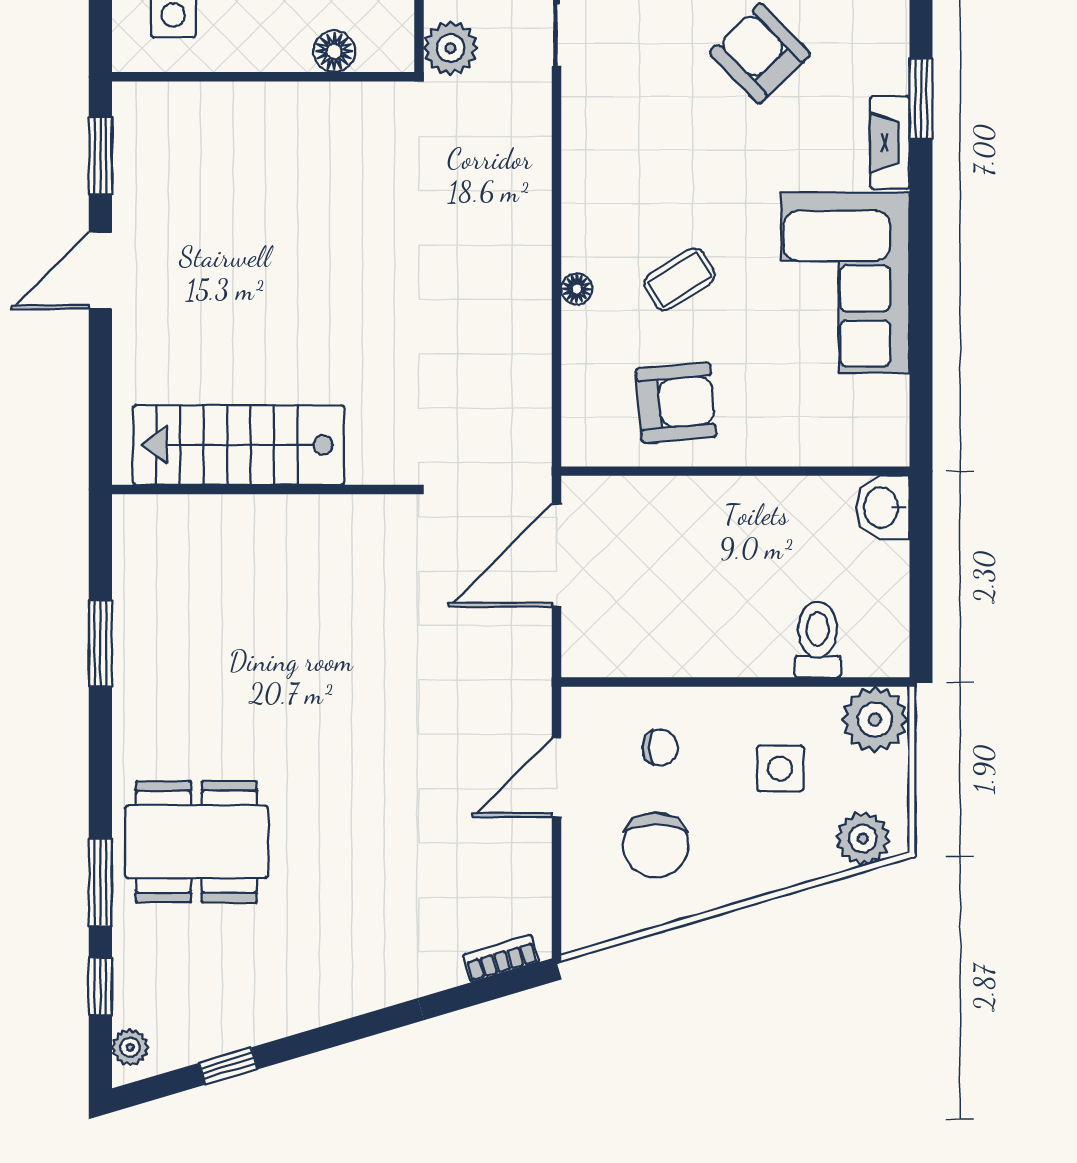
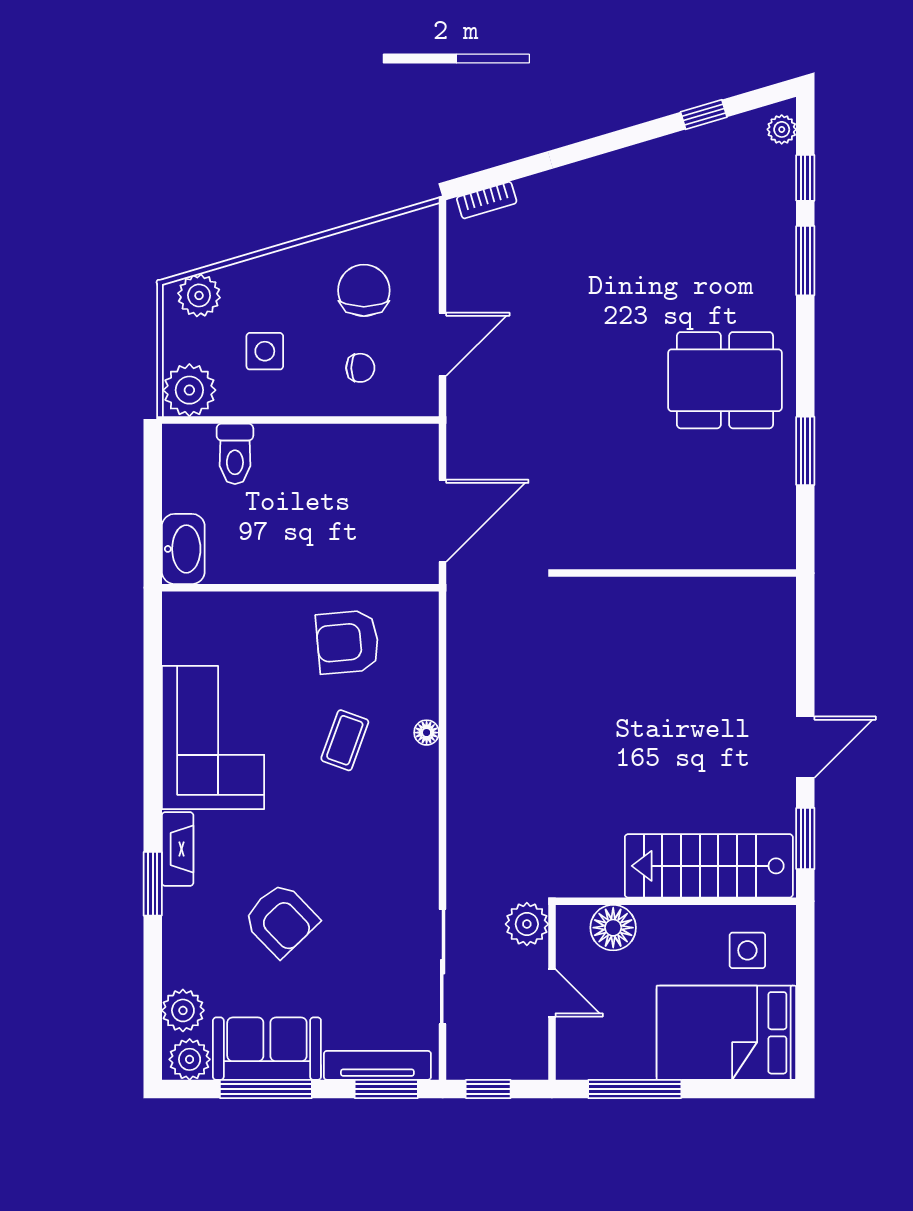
floor lamp: (334, 51) -> (613, 928), width x1.38, depth x1.38
coffee table: (679, 279) -> (345, 740), turned -38
stairs: (239, 445) -> (709, 866), moved, turned 180
washbasin: (883, 508) -> (183, 549), width x1.38
chair: (660, 748) -> (360, 368), turned 180
dining table: (196, 842) -> (725, 380), moved

